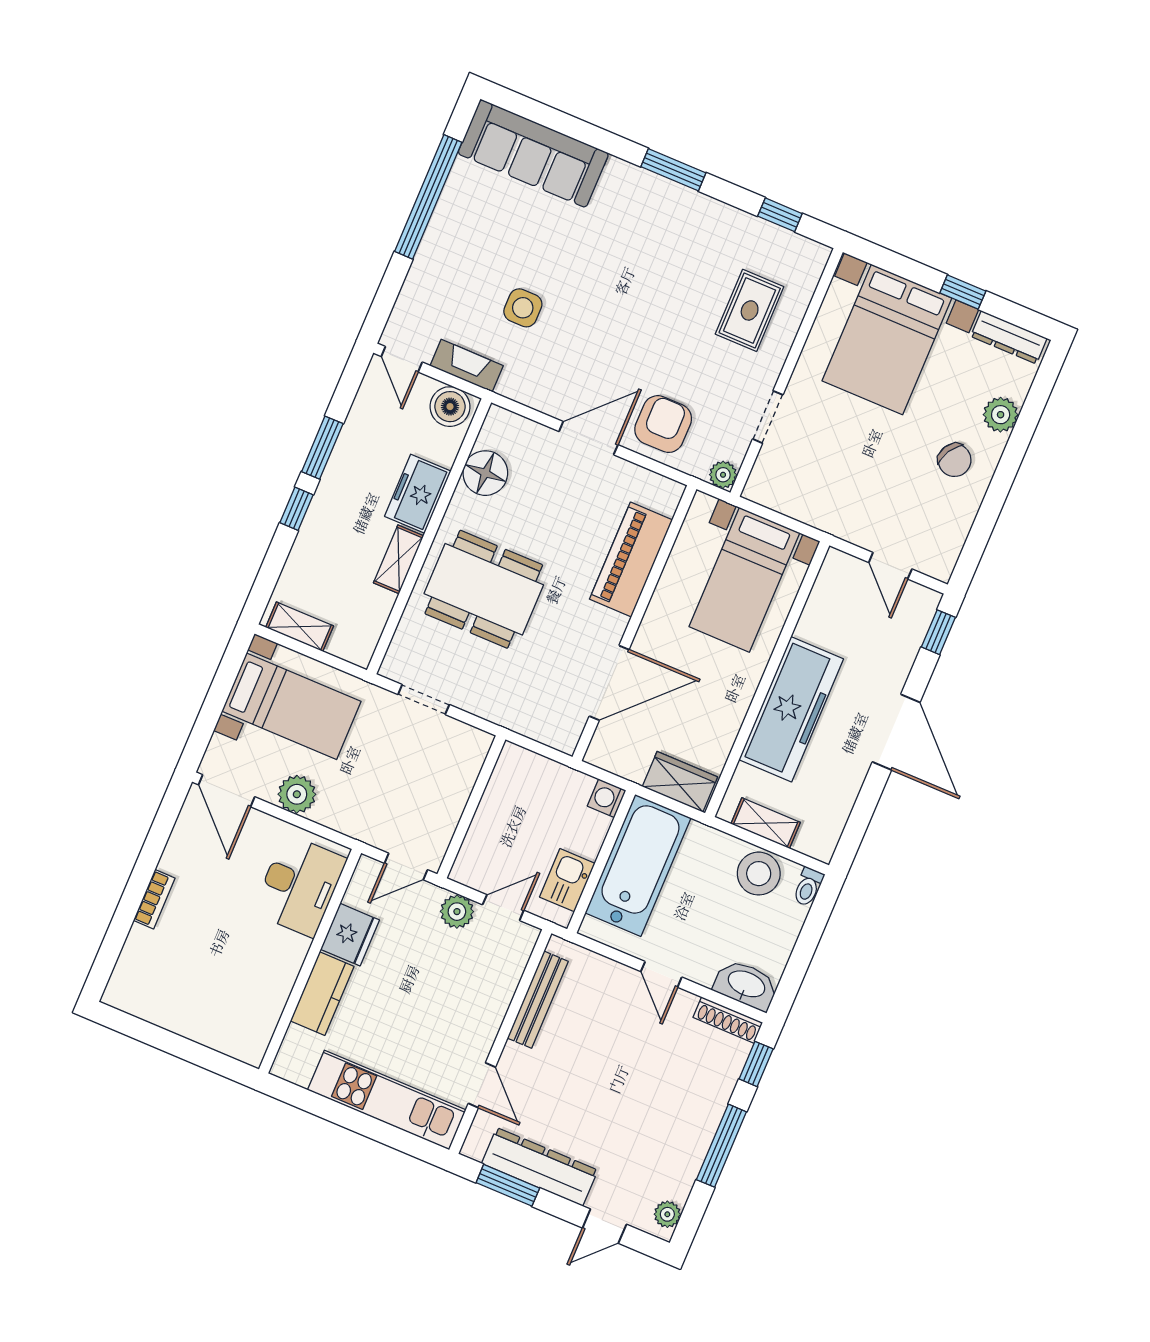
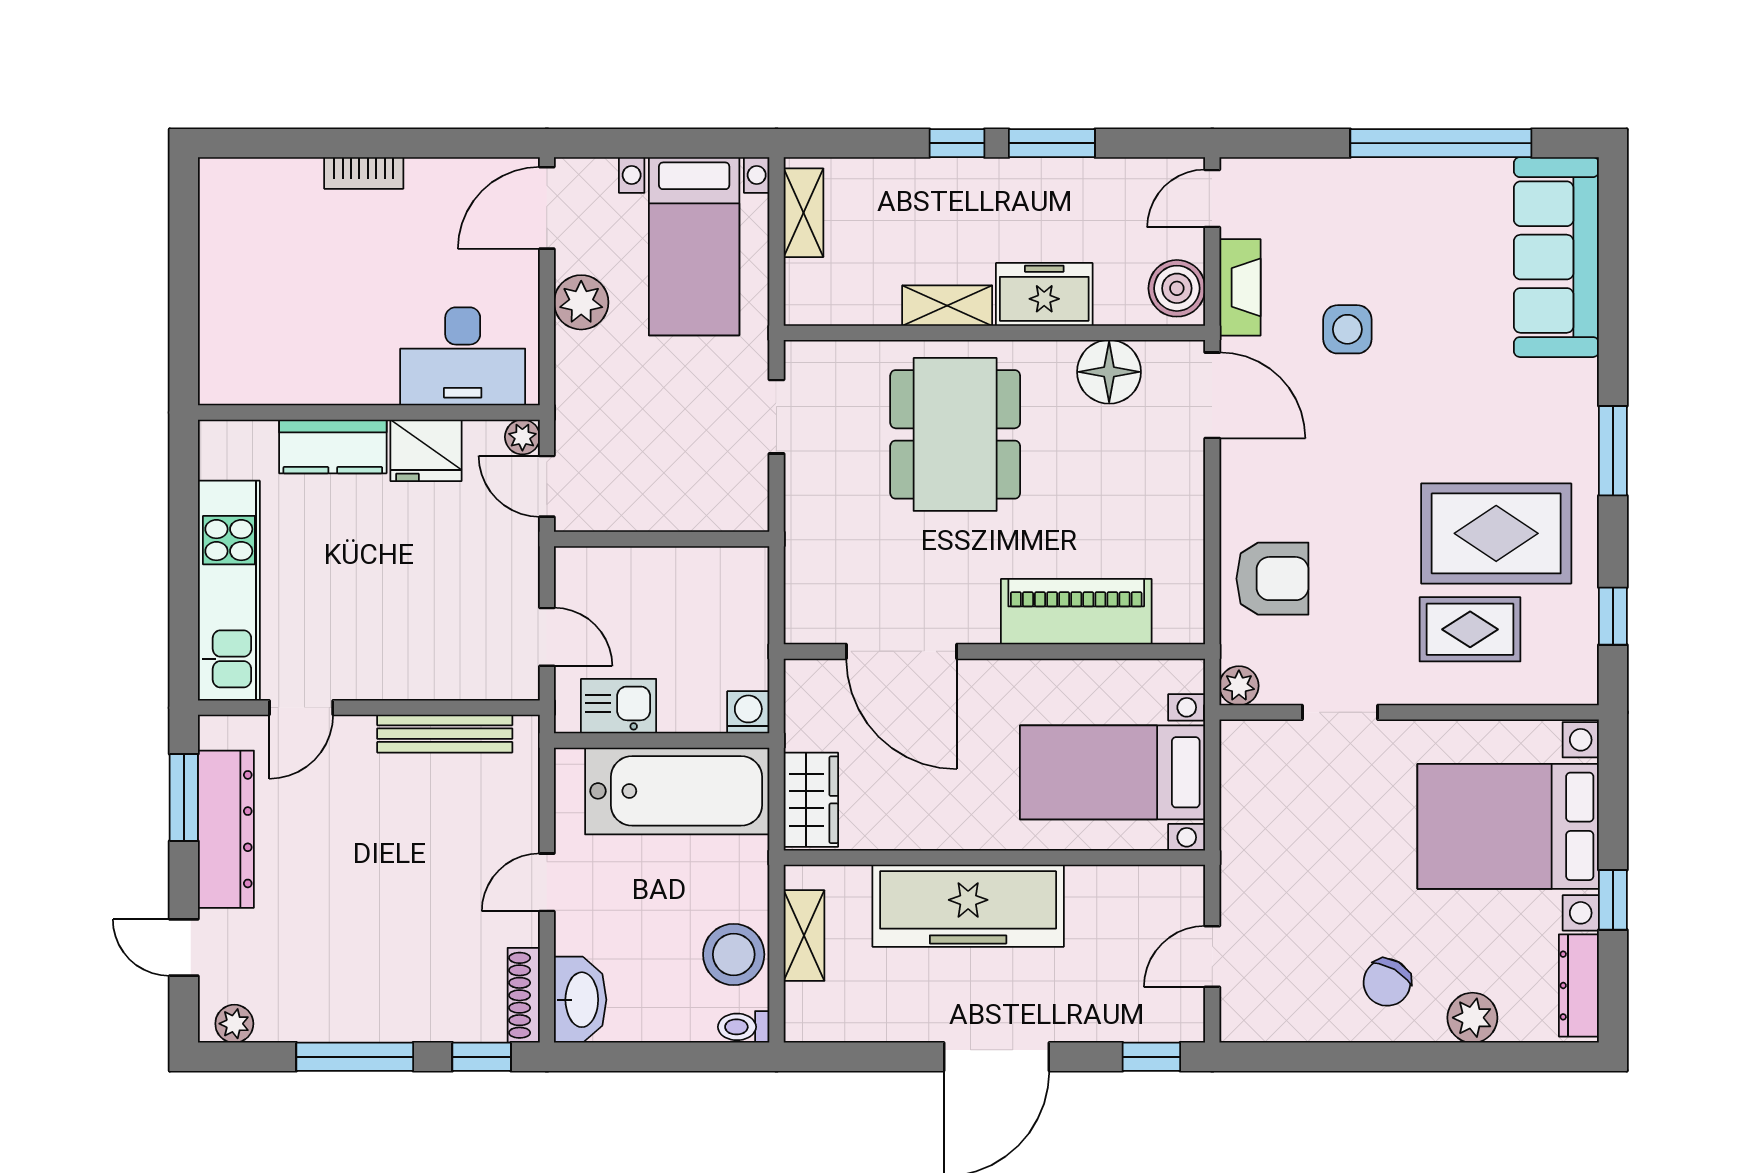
rug: (695, 268) -> (1496, 533), added
door: (588, 438) -> (1212, 395), moved
plant: (457, 912) -> (522, 437), moved, width x0.73, depth x0.73

